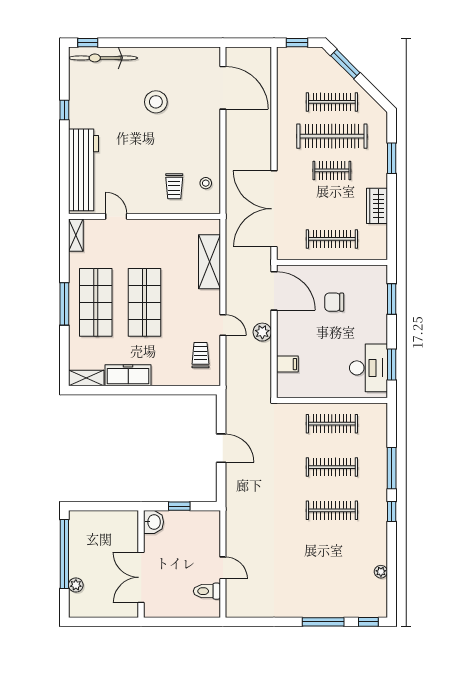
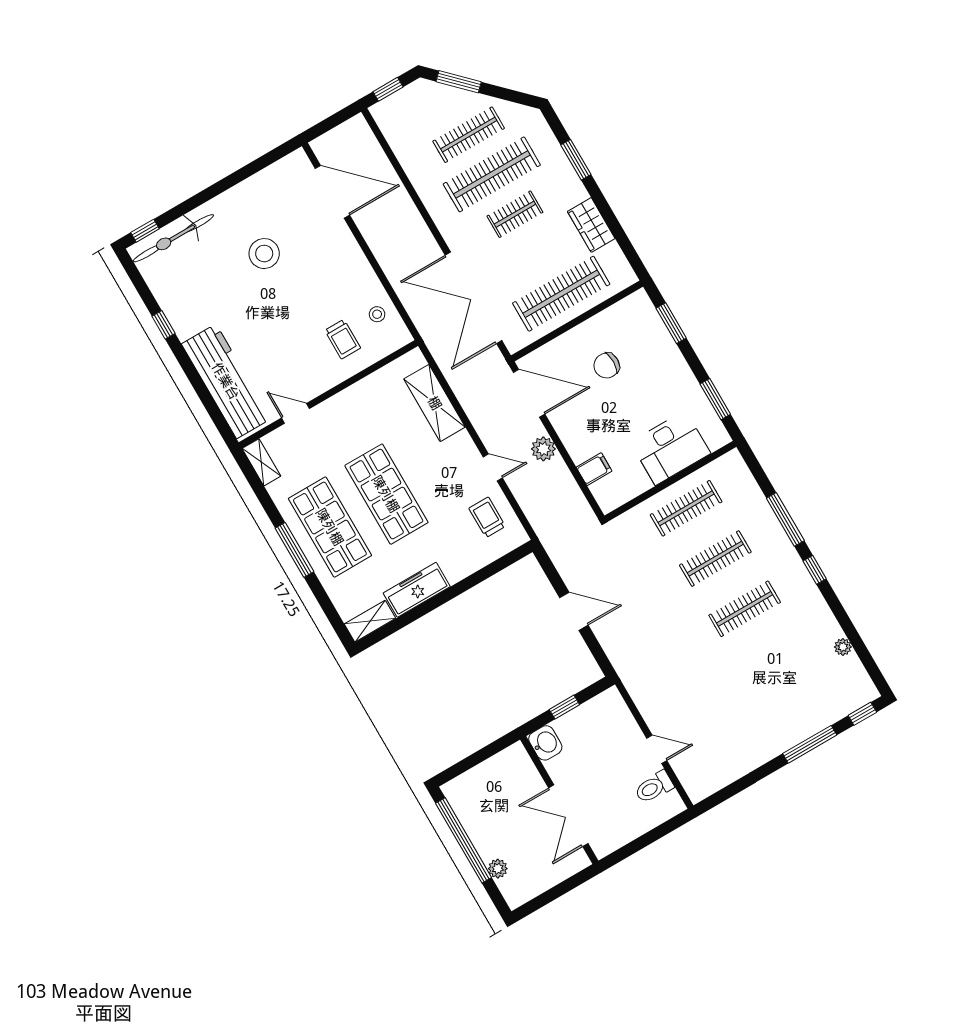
clothes rail: (332, 239) -> (561, 294), width x1.37, depth x1.31
desk: (368, 368) -> (670, 448), moved, turned 90

